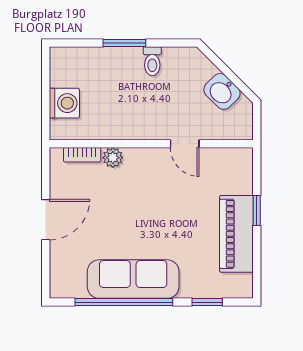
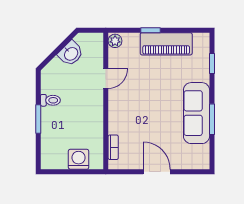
plant: (113, 158) -> (115, 41), moved
window: (124, 302) -> (212, 119), width x0.47

